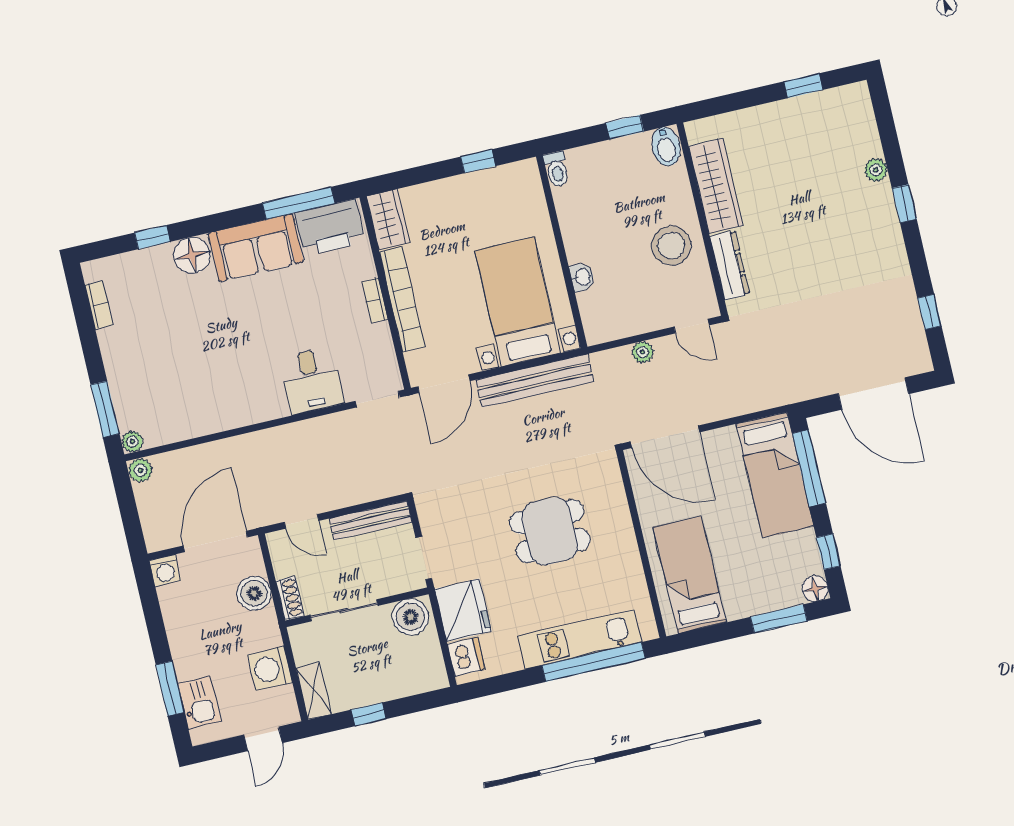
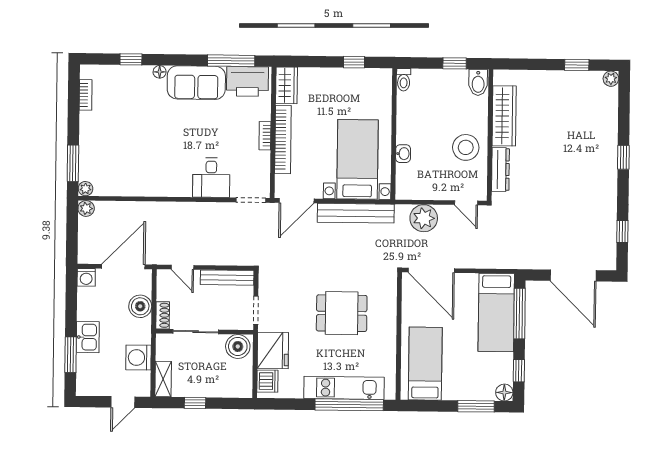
plant: (876, 170) -> (611, 79), moved
floor lamp: (192, 255) -> (160, 72), width x0.53, depth x0.53
plant: (643, 352) -> (424, 218), width x1.87, depth x1.87
kitchen sink: (199, 702) -> (88, 337), moved

